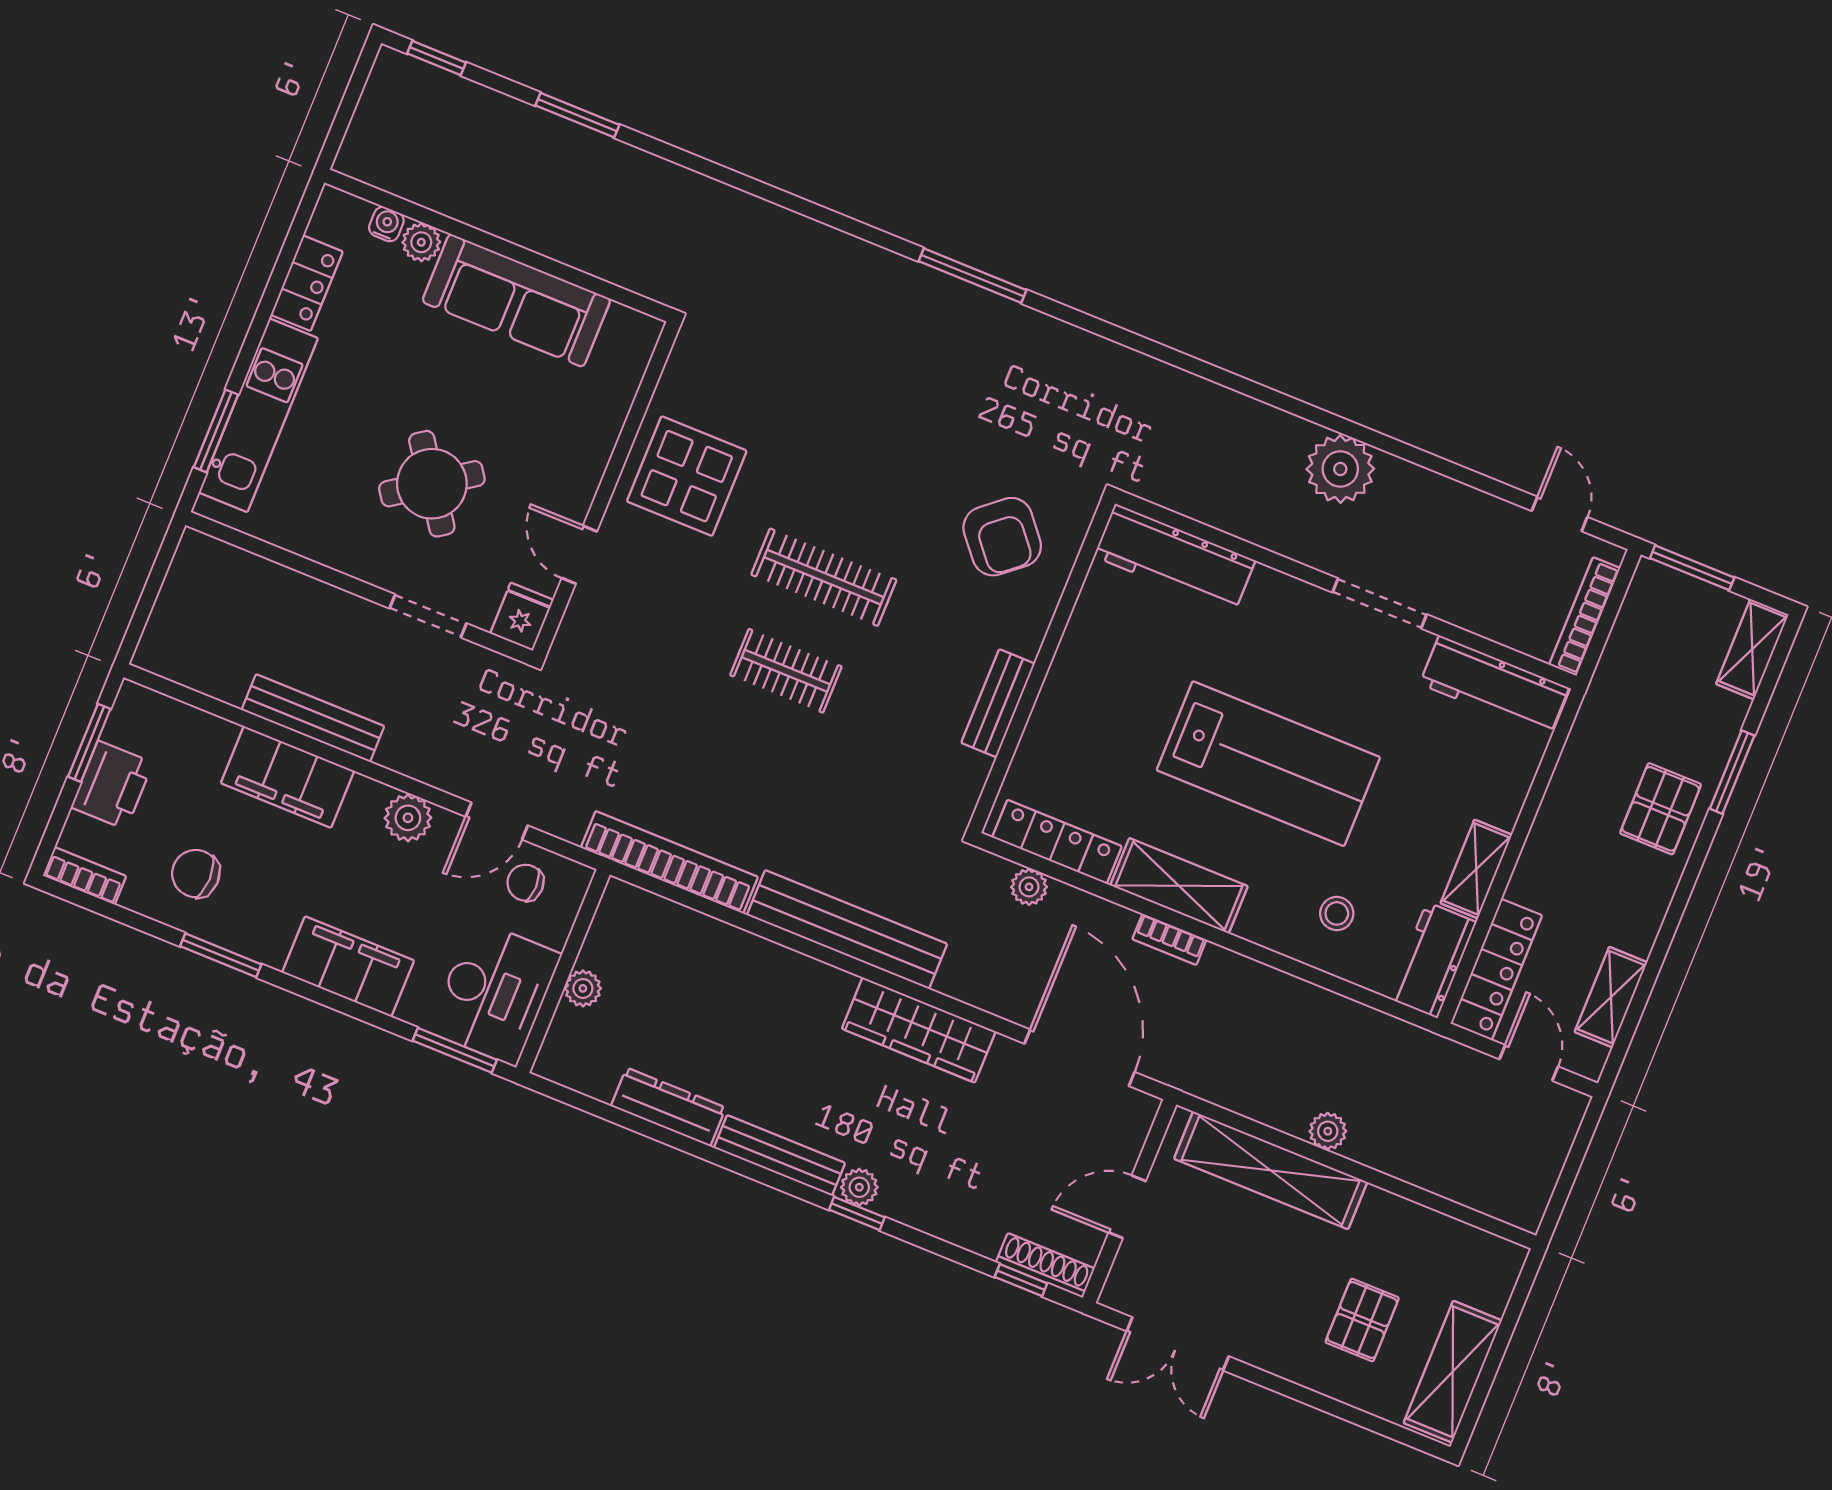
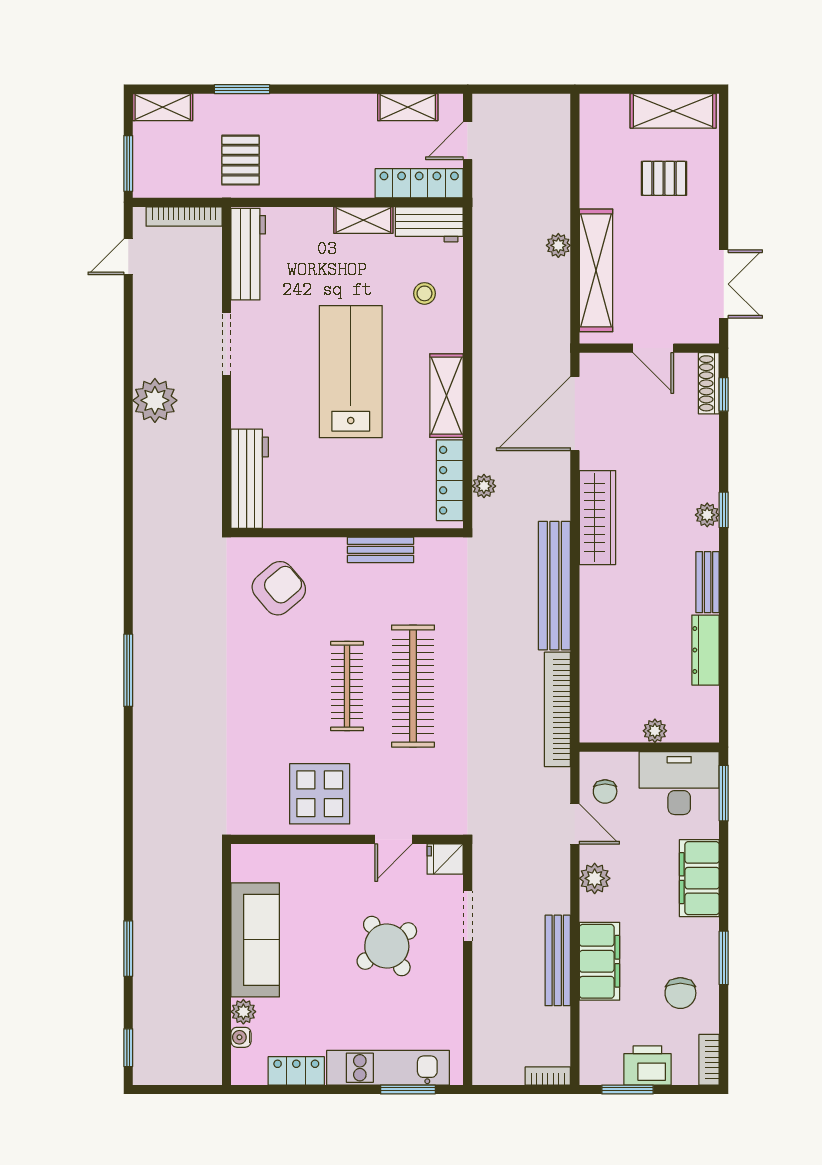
clothes rail: (786, 671) -> (413, 686), width x1.86, depth x1.31
pallet: (1661, 809) -> (241, 160), moved, turned 90
bookcase: (1169, 939) -> (548, 1076), moved, turned -90
bench: (779, 1155) -> (708, 582), width x0.73

